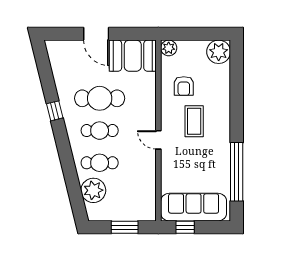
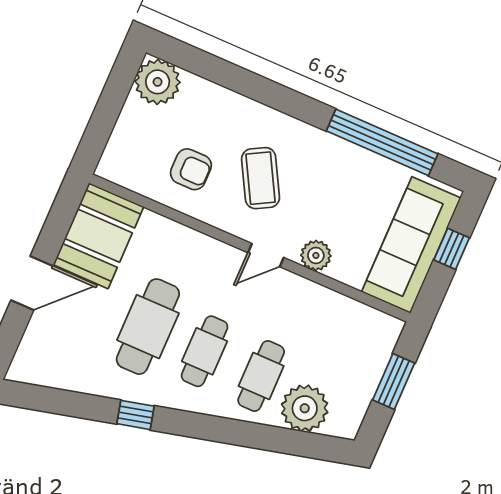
plant: (169, 48) -> (316, 255), moved
coffee table: (194, 121) -> (261, 178), turned 61
window: (185, 227) -> (452, 249), moved

